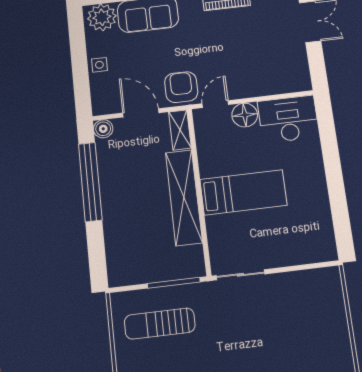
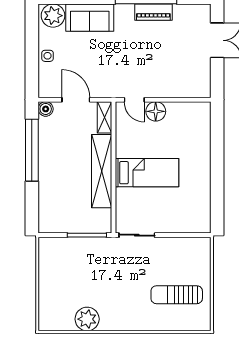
armchair: (181, 87) -> (109, 82), removed
door: (215, 104) -> (134, 100), swing flipped
desk: (288, 119) -> (189, 119), removed
sun lounger: (160, 324) -> (177, 295), moved

